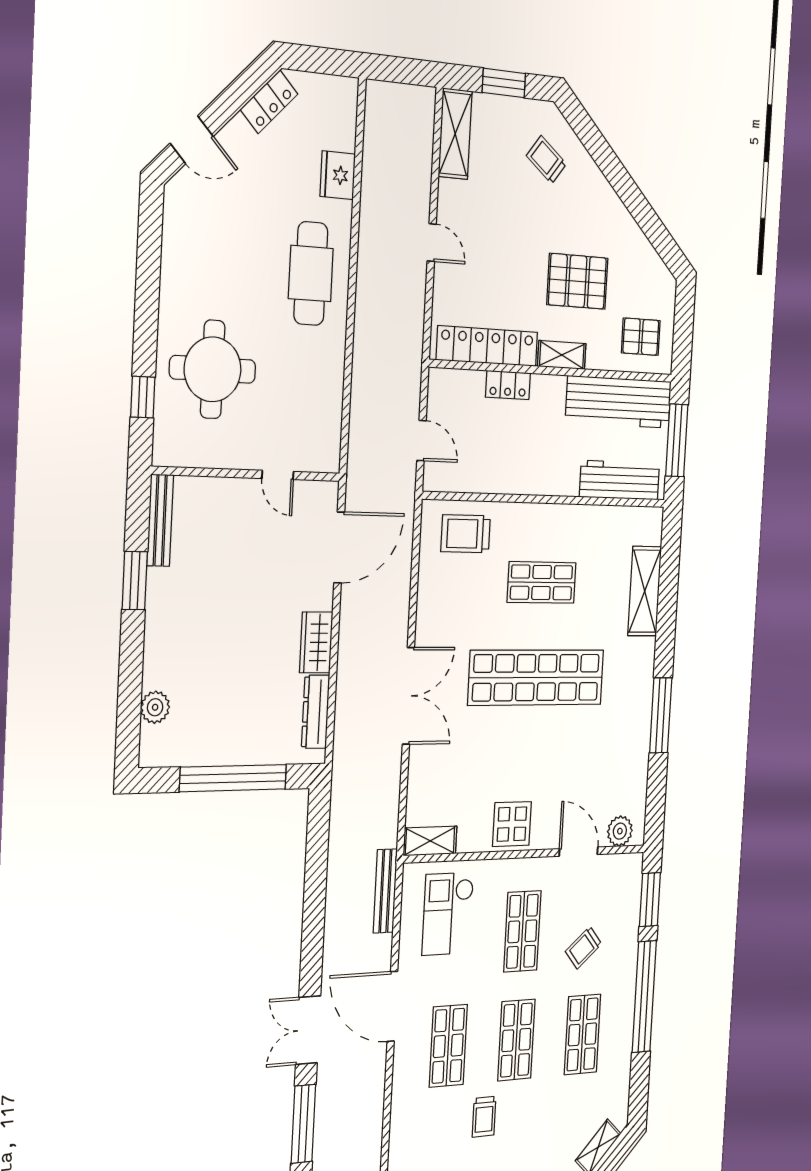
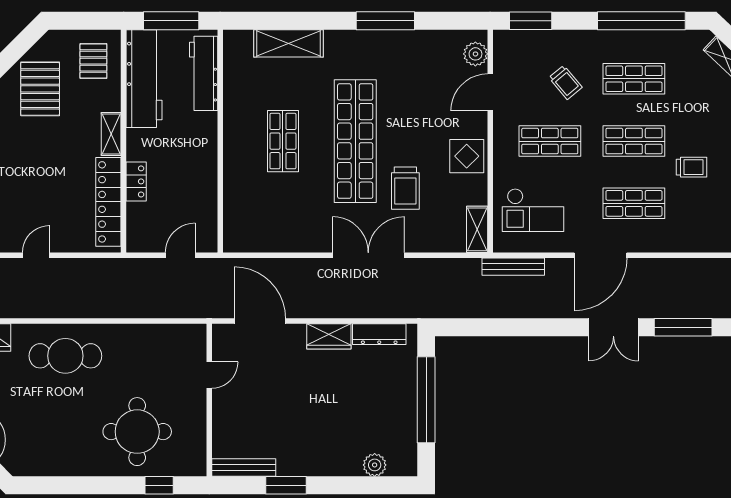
pallet: (577, 281) -> (40, 89), moved
trolley: (466, 534) -> (405, 188), moved
window: (644, 997) -> (641, 21), moved

